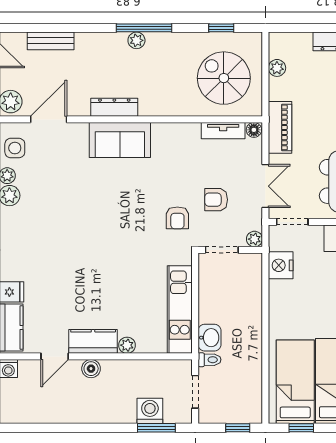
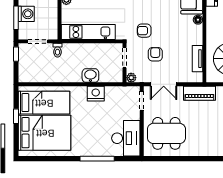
floor lamp: (254, 130) -> (198, 20), moved
nightstand: (281, 265) -> (96, 94), moved
washbasin: (209, 338) -> (90, 76), moved, turned 180
window: (238, 428) -> (16, 54), moved
window: (301, 428) -> (16, 116), moved

